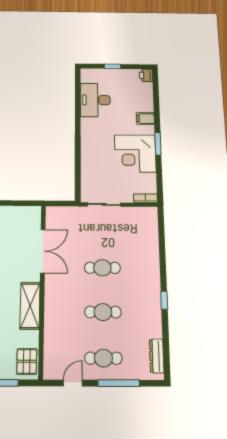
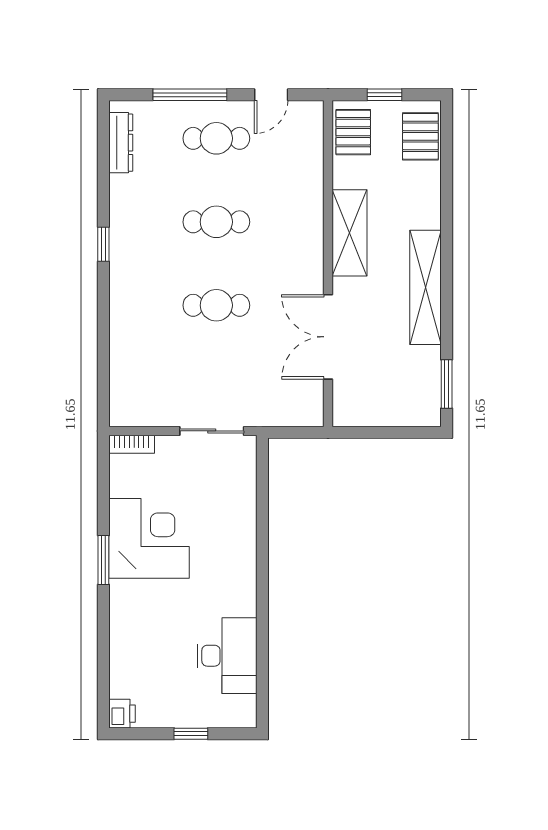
filing cabinet: (145, 119) -> (127, 615), removed

